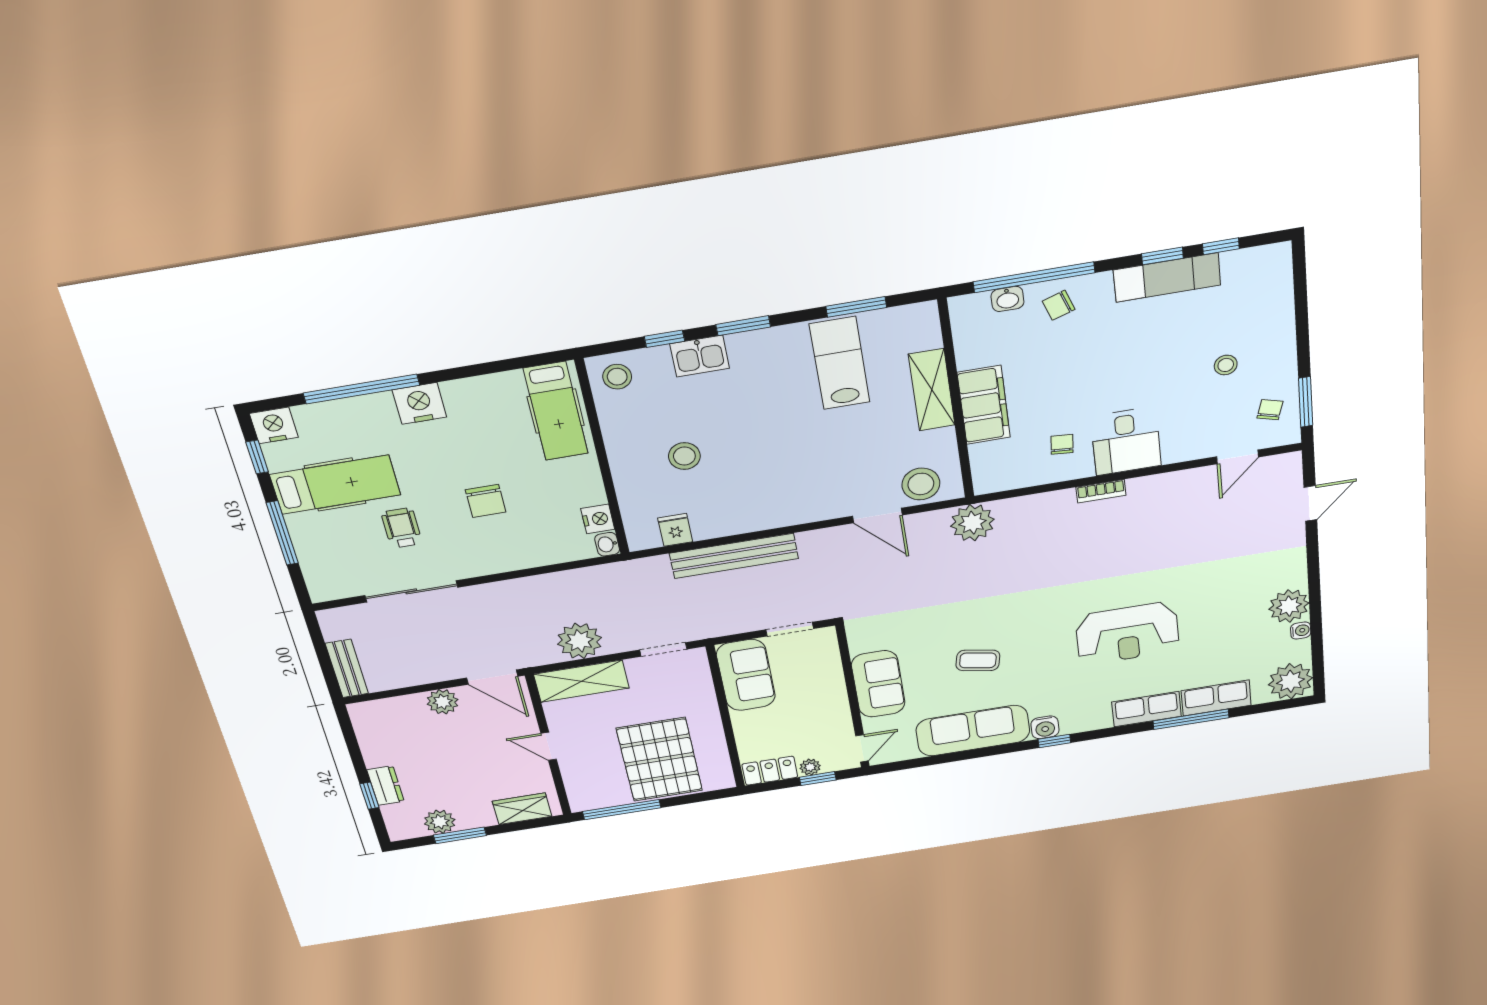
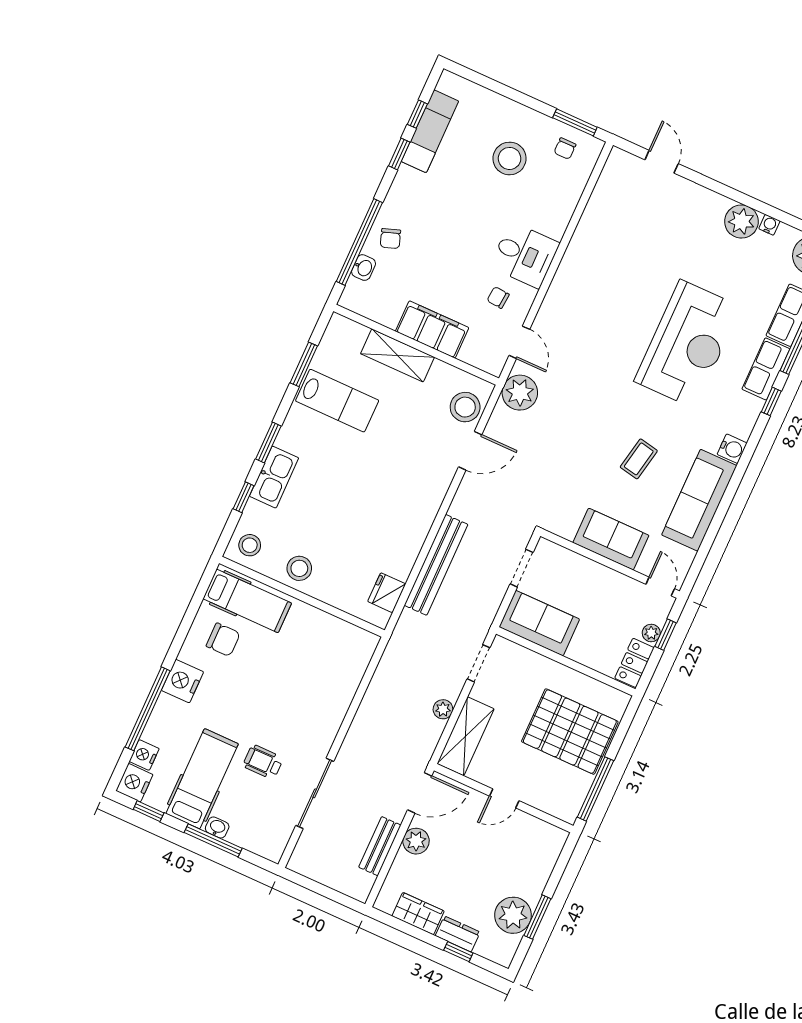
exam couch: (1167, 277) -> (430, 131), moved
kitchen sink: (700, 356) -> (274, 477), width x1.38
lab bench: (840, 363) -> (337, 401), turned 180
stool: (1226, 365) -> (510, 158), width x1.89, depth x1.89
chair: (1270, 410) -> (565, 149), turned -106
stool: (684, 456) -> (299, 568), moved
door: (1238, 457) -> (519, 342), moved
bookcase: (1101, 491) -> (554, 294), removed
chair: (486, 501) -> (223, 640), moved
nightstand: (598, 519) -> (144, 755), moved, turned -90
fridge: (675, 530) -> (387, 593), width x1.38
washbasin: (607, 544) -> (217, 827), moved, turned 180
reception desk: (1127, 633) -> (687, 344), width x1.36, depth x1.30
plant: (580, 641) -> (443, 709), width x0.53, depth x0.53
bench: (347, 668) -> (380, 846), moved, turned 90
window: (1054, 741) -> (771, 401), moved
wardrobe: (522, 809) -> (418, 914), moved, turned 90
plant: (440, 822) -> (513, 915), width x1.36, depth x1.36

